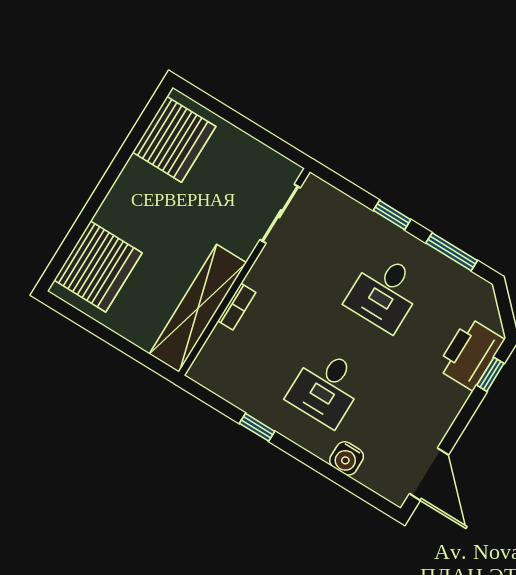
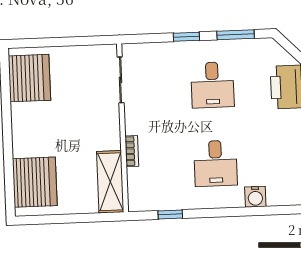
shelving: (198, 308) -> (110, 182), width x0.68
window: (257, 427) -> (170, 214), moved

